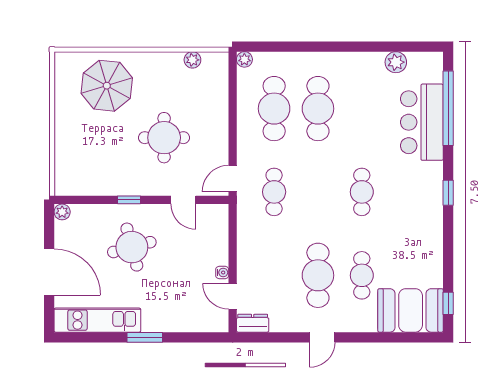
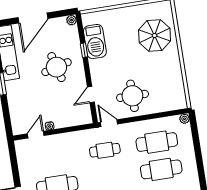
plant: (192, 60) -> (179, 86), removed
round table: (164, 138) -> (132, 96), moved
barbecue: (101, 181) -> (95, 42), added
window: (129, 200) -> (84, 50), moved
dresser: (253, 323) -> (21, 150), removed

